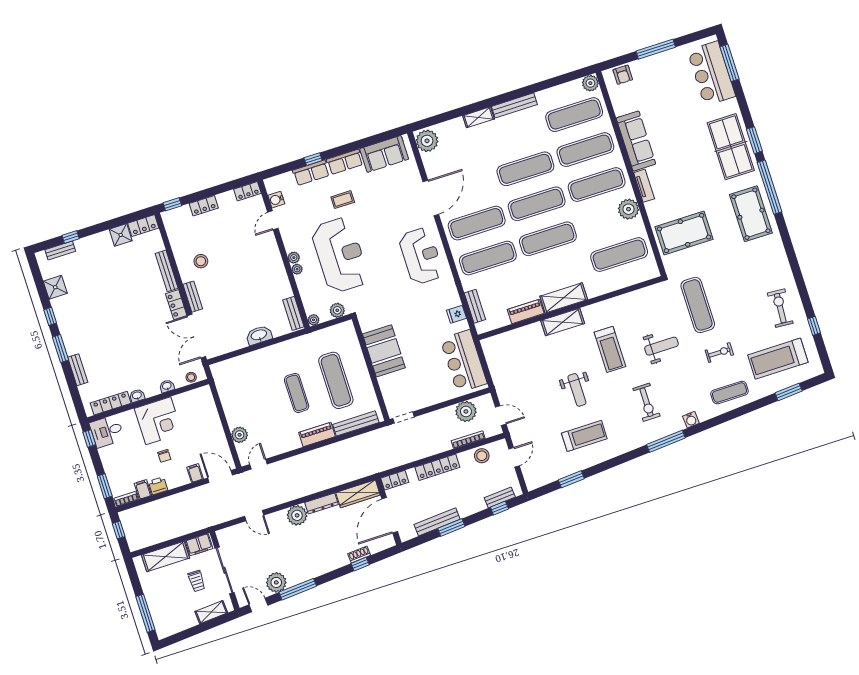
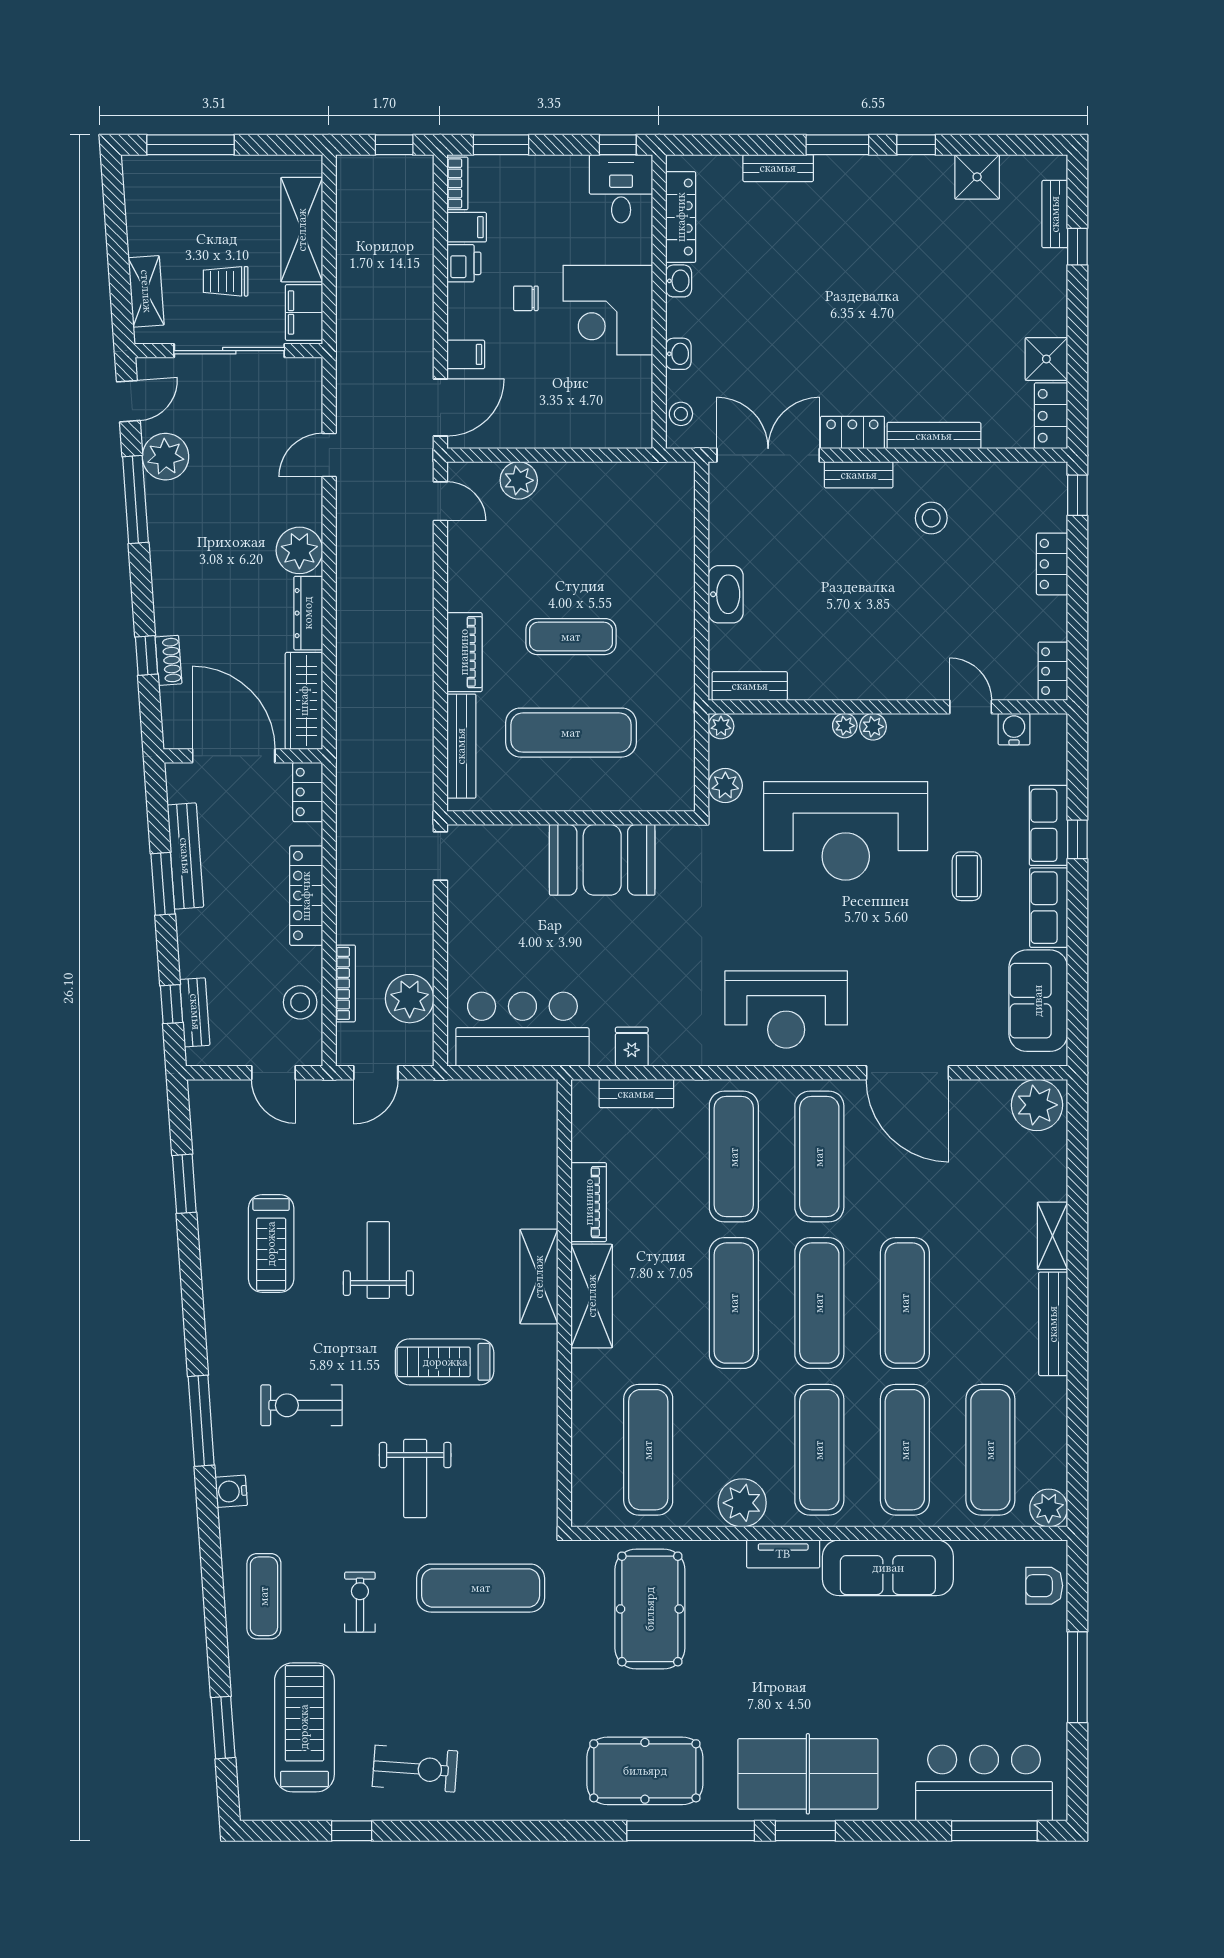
exercise bike: (719, 352) -> (360, 1602), turned 180
weight bench: (577, 390) -> (378, 1260), turned 90

